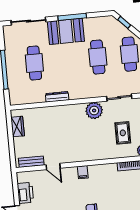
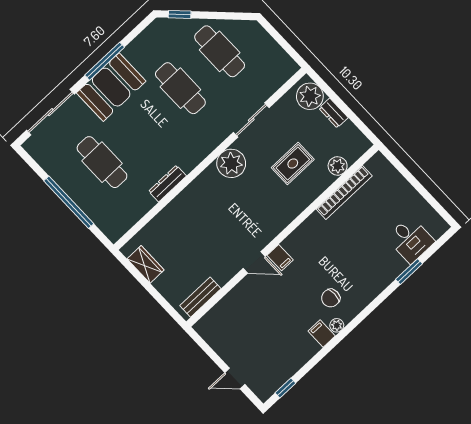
rug: (123, 133) -> (293, 164), turned 90
door: (53, 166) -> (254, 262), moved
printer: (25, 193) -> (225, 345), removed

